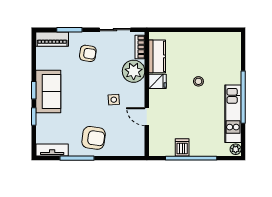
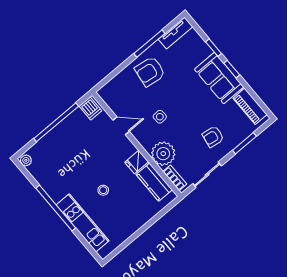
piano: (52, 39) -> (250, 106), moved, turned -90
kitchen unit: (233, 114) -> (83, 223), moved
dishwasher: (182, 147) -> (90, 108), moved

